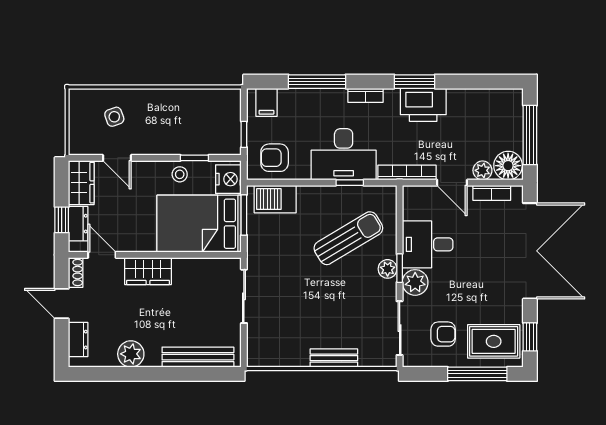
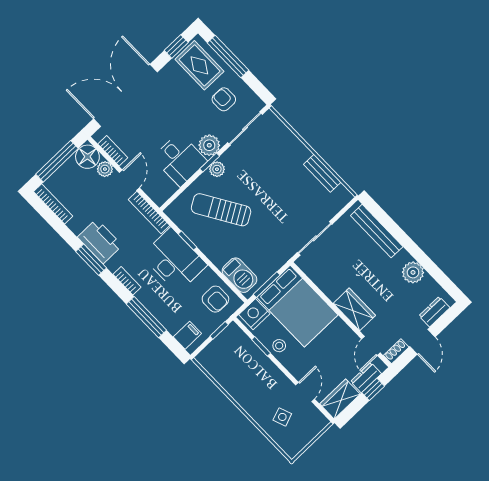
bookcase: (496, 95) -> (53, 204), added
bench: (334, 358) -> (322, 173), moved

